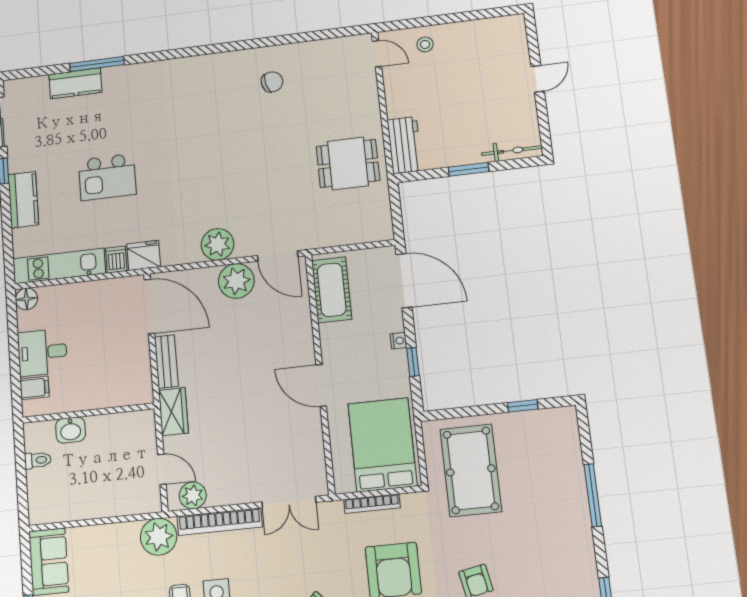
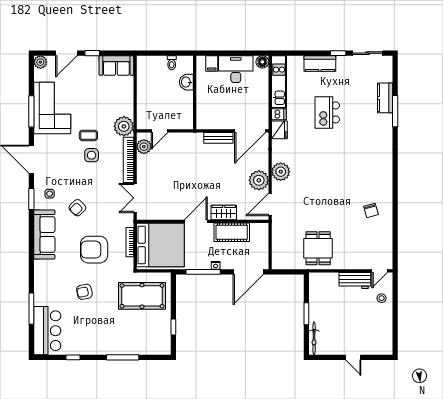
workbench: (405, 145) -> (355, 281), moved
cot: (332, 290) -> (232, 232), moved
desk: (42, 352) -> (236, 69), width x1.37
window: (413, 362) -> (203, 272), width x2.17
wardrobe: (173, 412) -> (224, 213), moved, turned 180
bed: (382, 445) -> (160, 245), width x1.36

